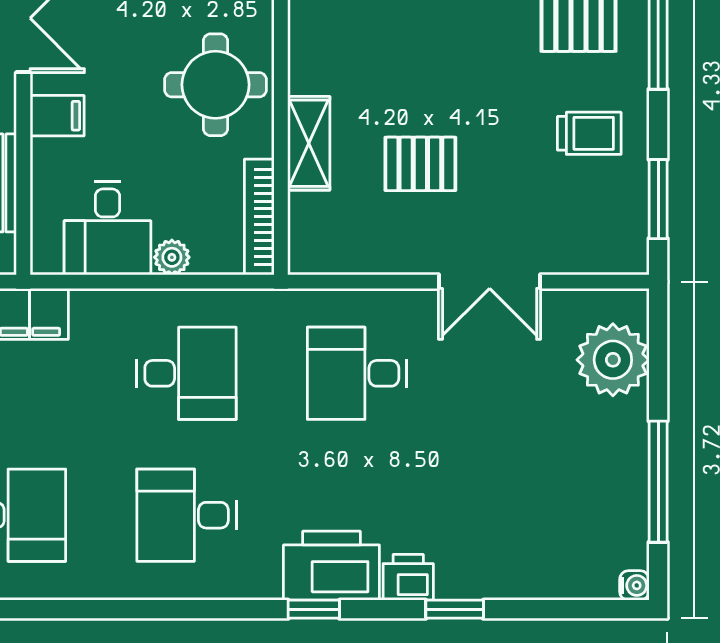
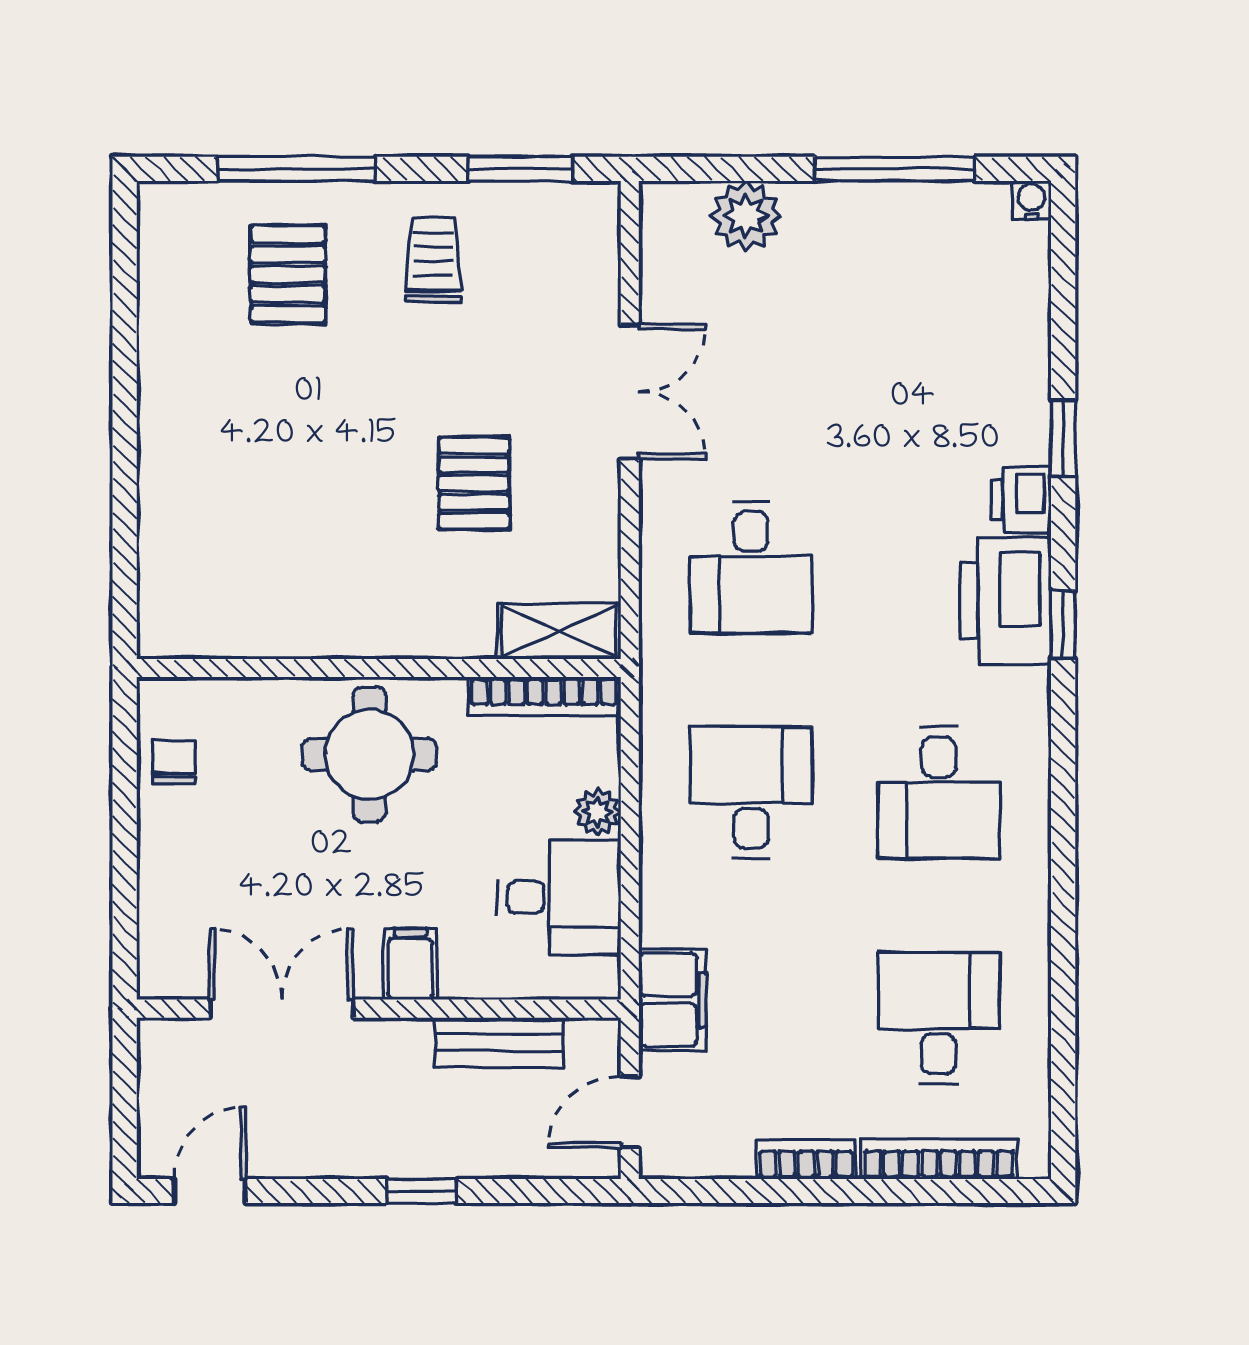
shelving: (309, 143) -> (559, 631), moved
plant: (613, 360) -> (746, 216), width x0.73, depth x0.73

